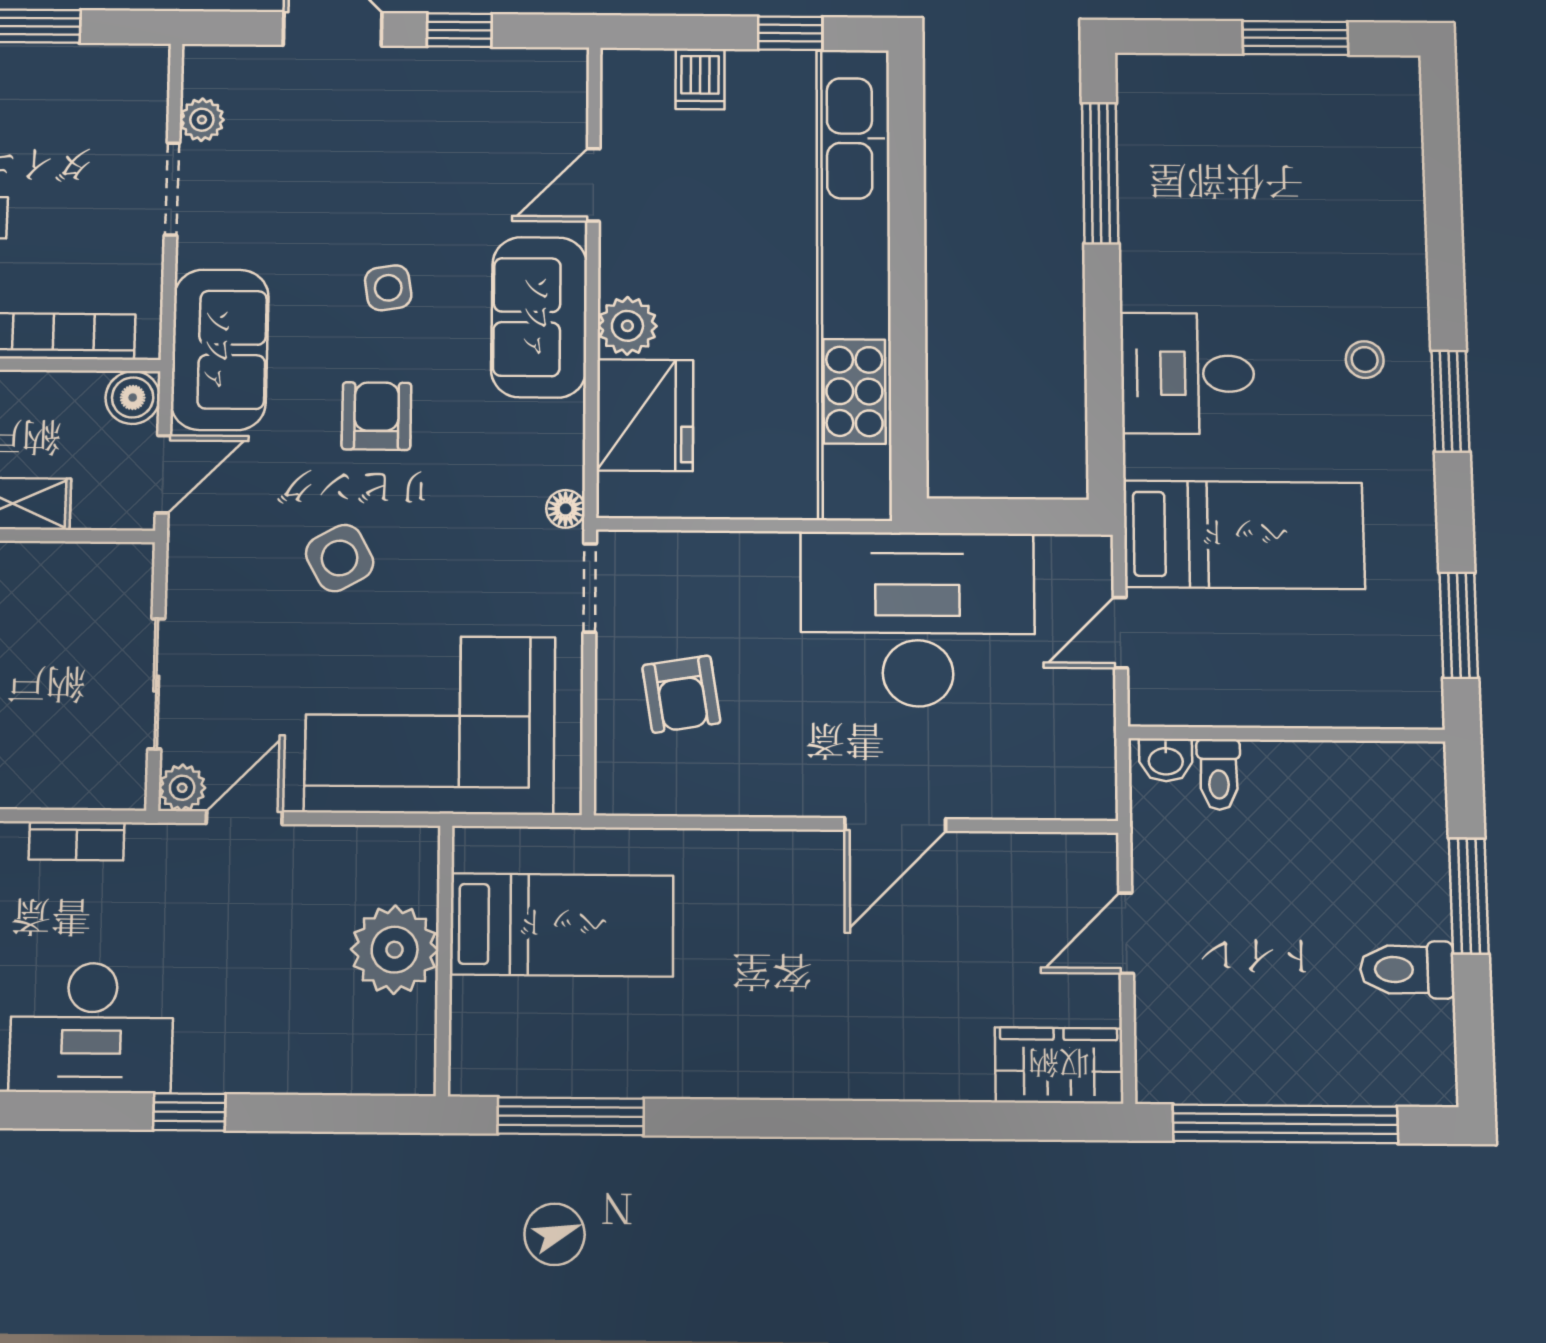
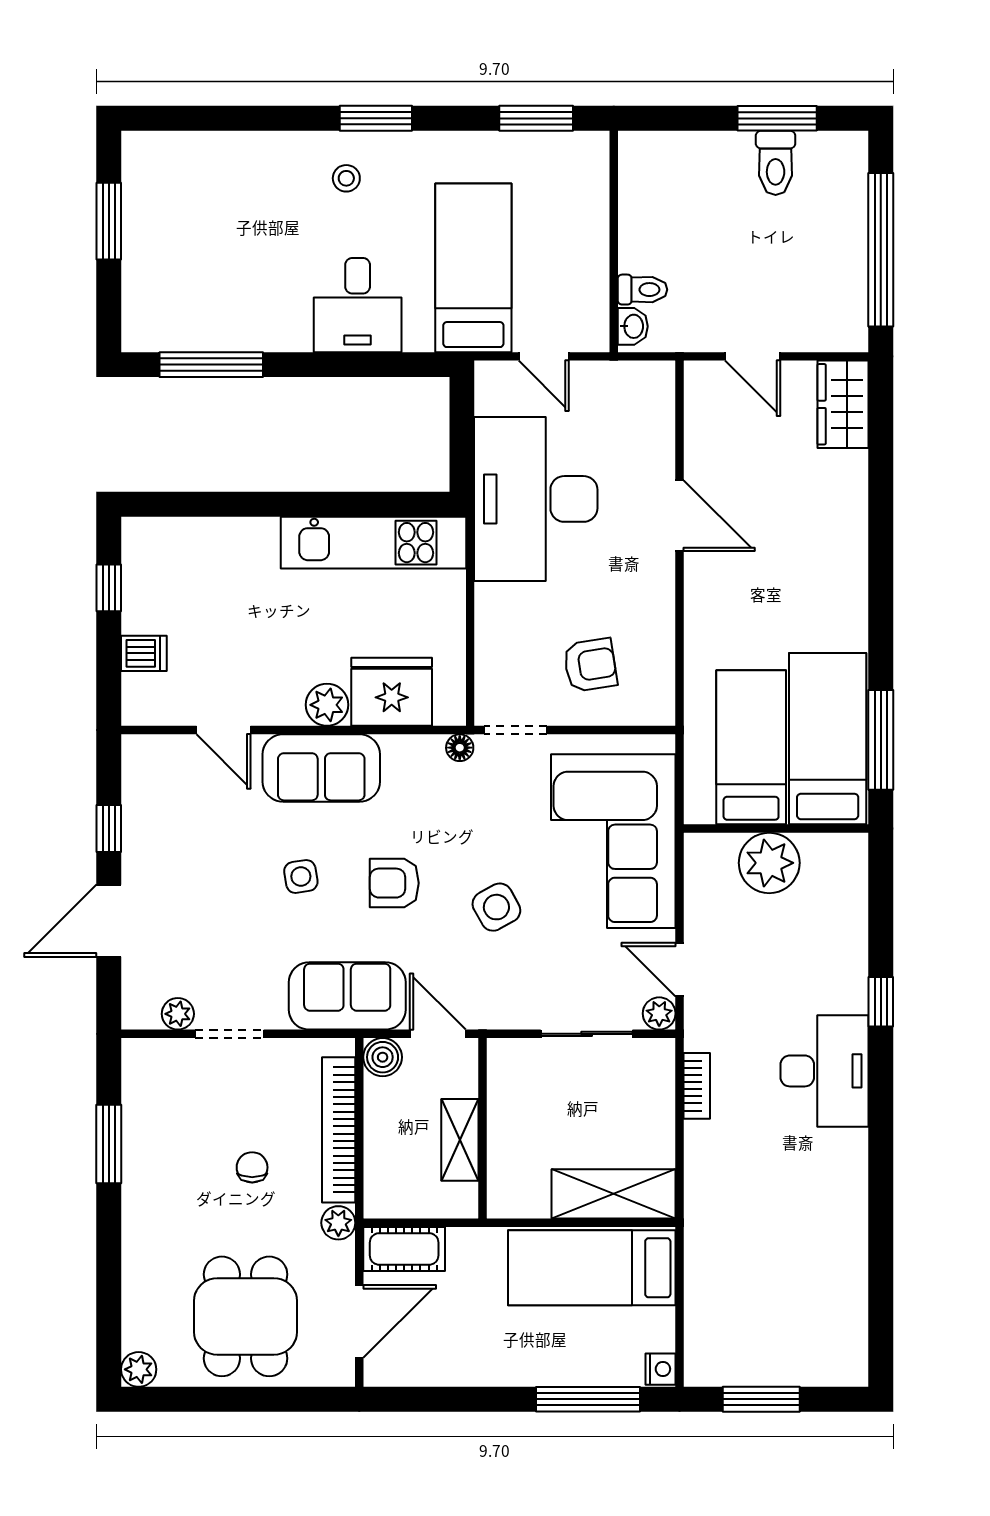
kitchen unit: (854, 283) -> (373, 543), width x0.54
window: (1469, 896) -> (777, 118), moved
bed: (573, 1037) -> (828, 739), added

